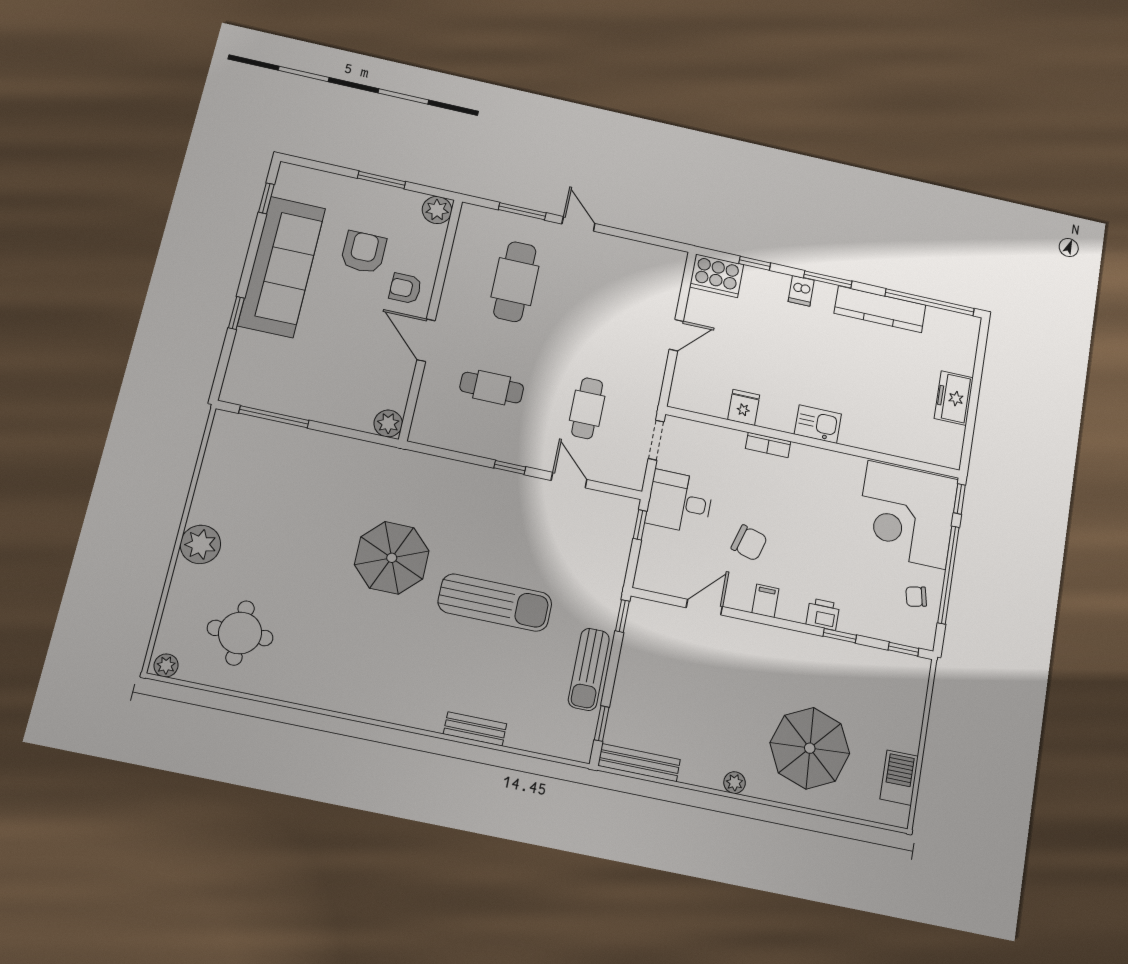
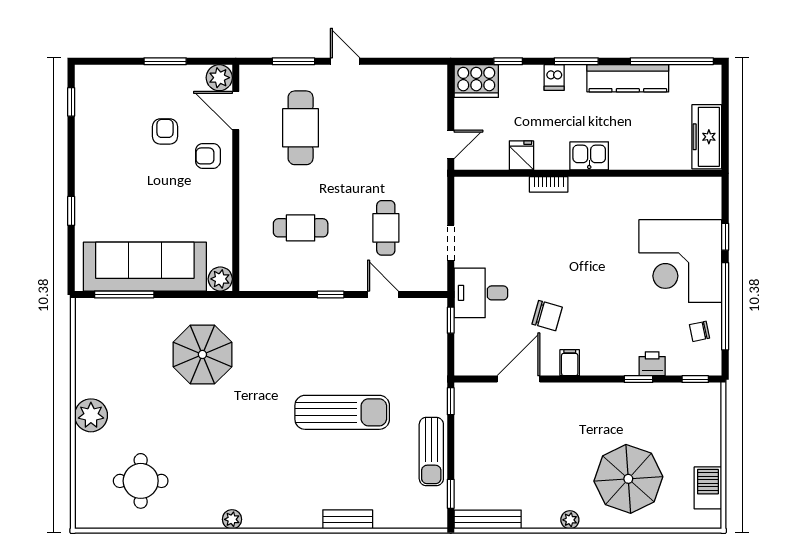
armchair: (364, 252) -> (165, 131), width x0.72, depth x0.72
sofa: (282, 267) -> (145, 267), moved, turned -90
door: (426, 340) -> (236, 111), moved
freezer: (954, 398) -> (707, 137), width x1.40
fridge: (744, 407) -> (521, 155), moved
kitchen sink: (818, 424) -> (589, 156), moved
wall: (813, 442) -> (588, 173), moved
bookcase: (768, 445) -> (549, 184), moved
parasol: (392, 558) -> (202, 354), moved
door: (704, 607) -> (518, 379), width x1.38
printer: (823, 614) -> (652, 364), moved
plant: (166, 665) -> (232, 519), moved

